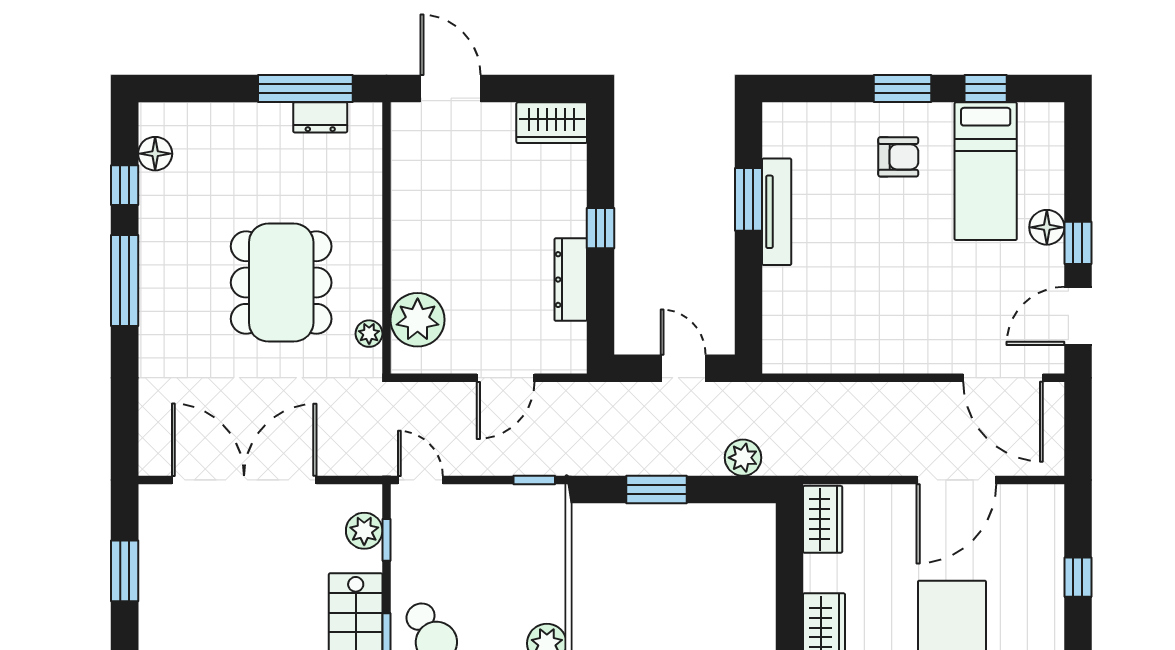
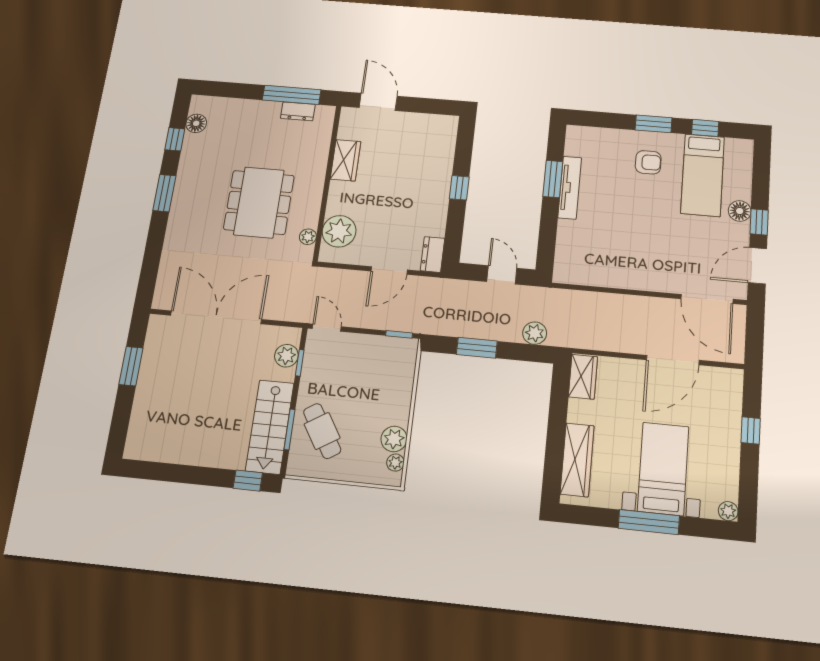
wardrobe: (552, 123) -> (346, 160), moved, turned -90
dresser: (571, 280) -> (432, 254), moved, width x0.70
window: (125, 281) -> (164, 193), width x0.69

